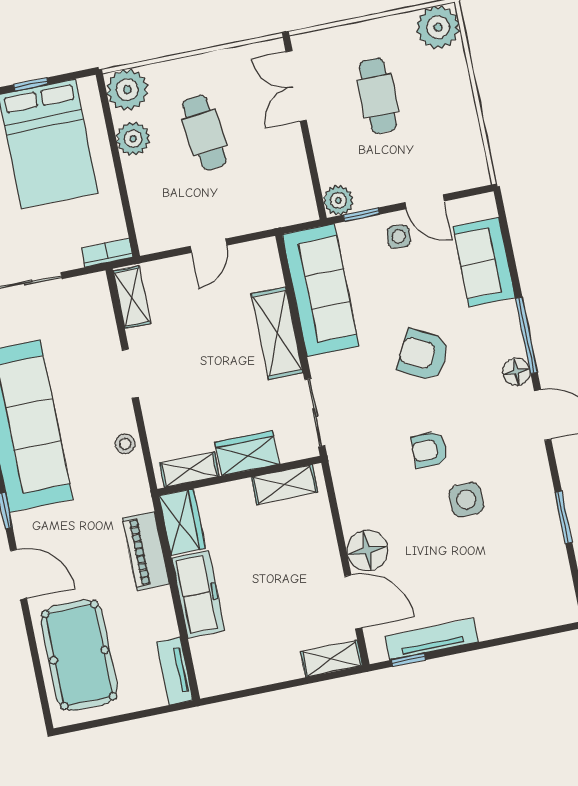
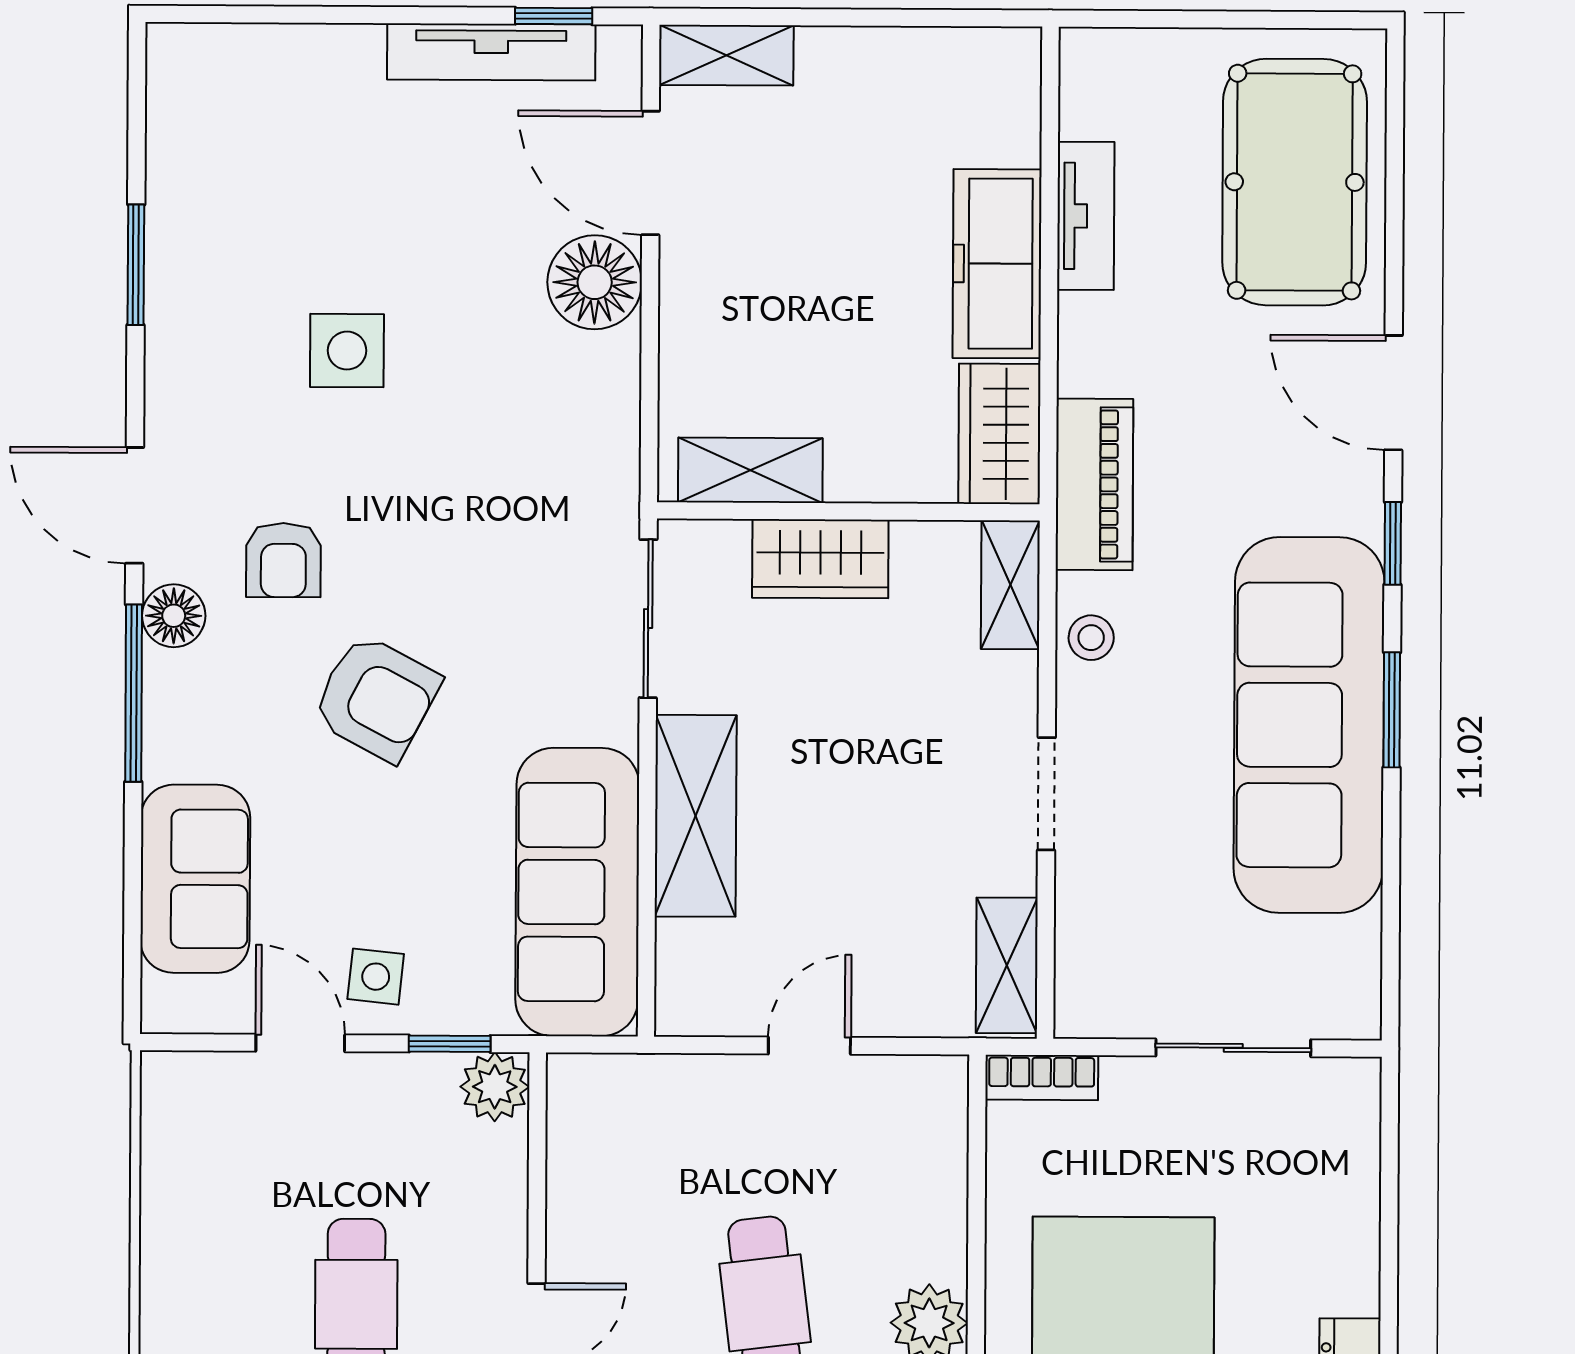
armchair: (429, 450) -> (283, 560), moved, turned 90
shelving: (189, 470) -> (1010, 585), moved, turned 90
piano: (146, 551) -> (1094, 484), moved
tv unit: (175, 671) -> (1086, 216), moved

